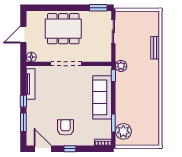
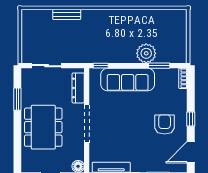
window: (98, 8) -> (17, 99), moved
dresser: (95, 57) -> (78, 88), added
plant: (121, 66) -> (89, 56), removed
armchair: (65, 127) -> (165, 124), turned 90
plant: (123, 131) -> (146, 53), moved

